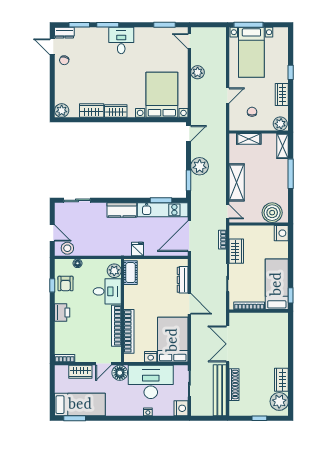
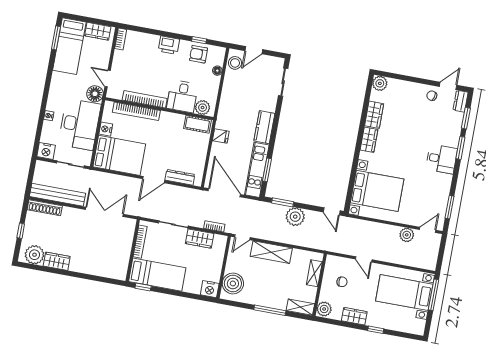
plant: (198, 72) -> (407, 235), moved
wardrobe: (80, 372) -> (98, 31), moved, turned -90
shoe rack: (234, 385) -> (45, 208), moved

